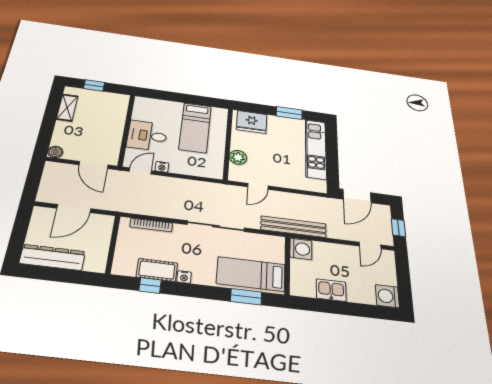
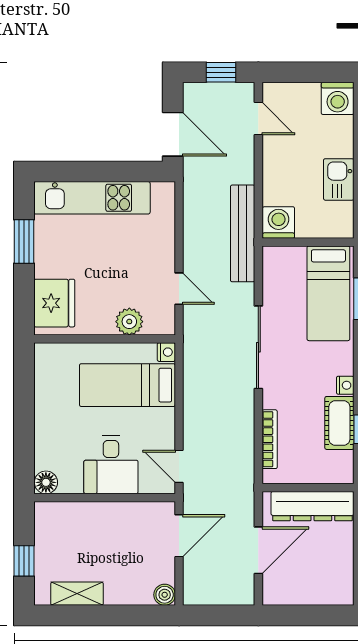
floor lamp: (141, 103) -> (46, 482), added
bed: (195, 128) -> (127, 385), moved, turned 180
nightstand: (162, 167) -> (166, 352), moved
door: (74, 208) -> (258, 550), hinge flipped
dresser: (52, 257) -> (312, 506), moved, turned -90

